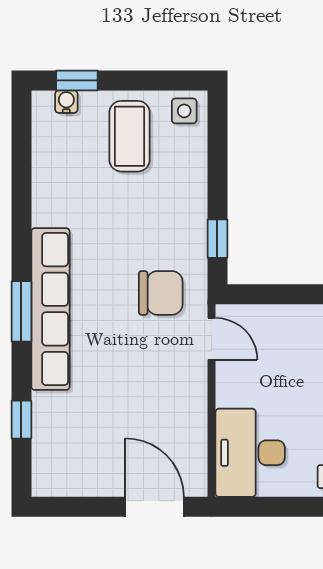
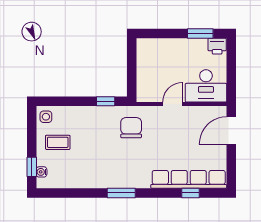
coffee table: (130, 136) -> (58, 142), width x0.73, depth x0.77
row of seats: (50, 309) -> (189, 179), moved
window: (21, 311) -> (121, 193), moved
door: (212, 339) -> (173, 104), moved

